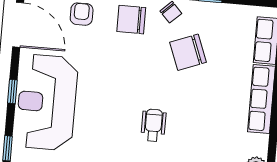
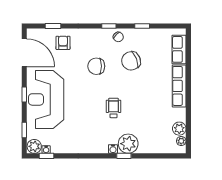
chair: (131, 20) -> (96, 66), moved

